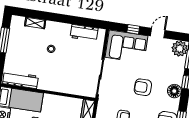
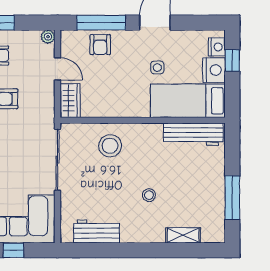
stool: (69, 80) -> (110, 146), added

